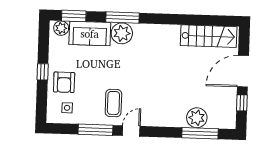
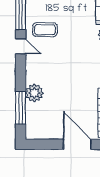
window: (242, 103) -> (49, 144), removed
plant: (197, 118) -> (34, 93), moved

